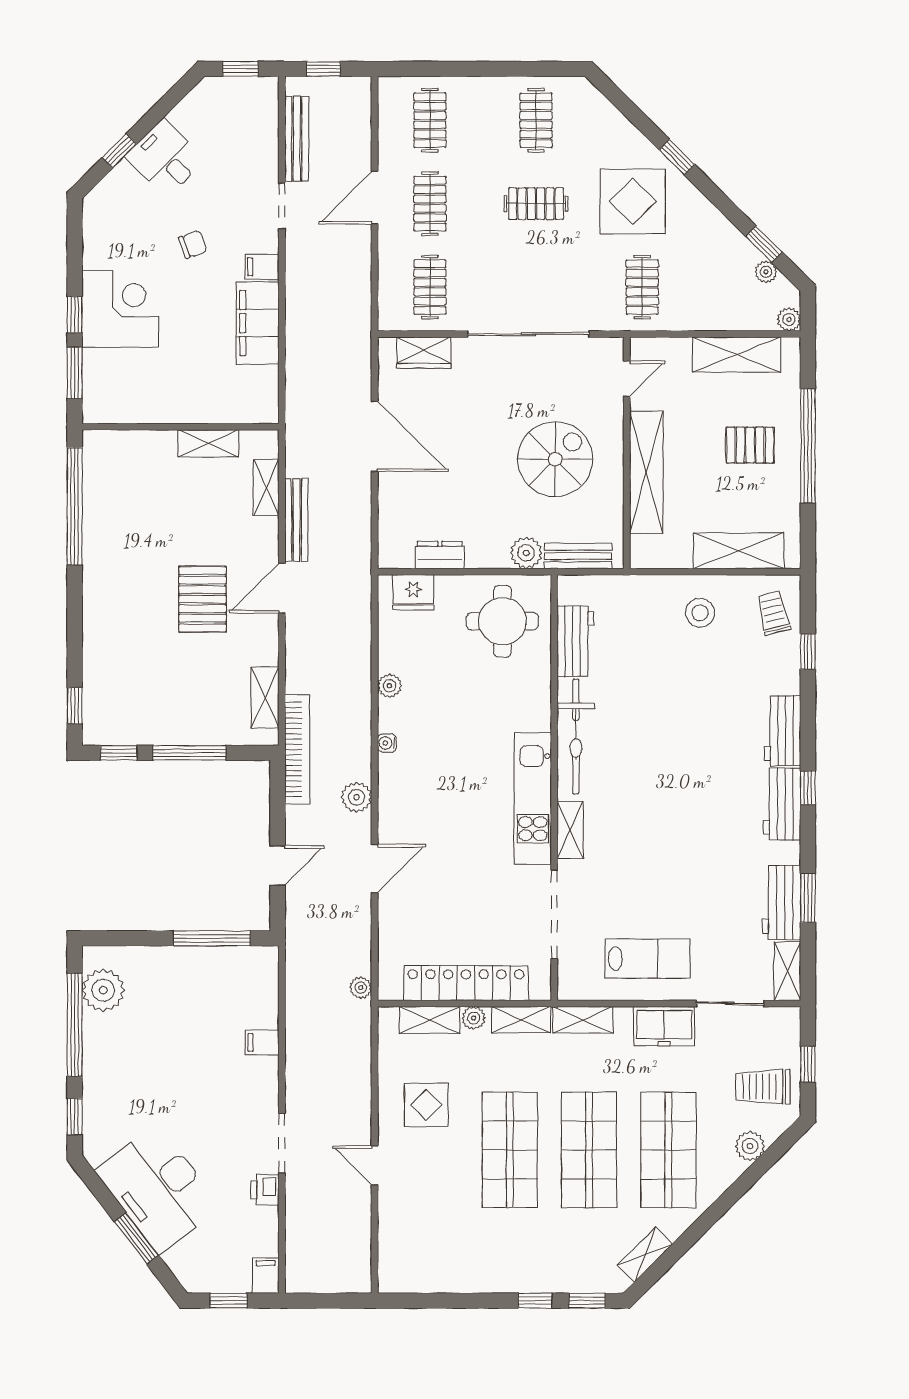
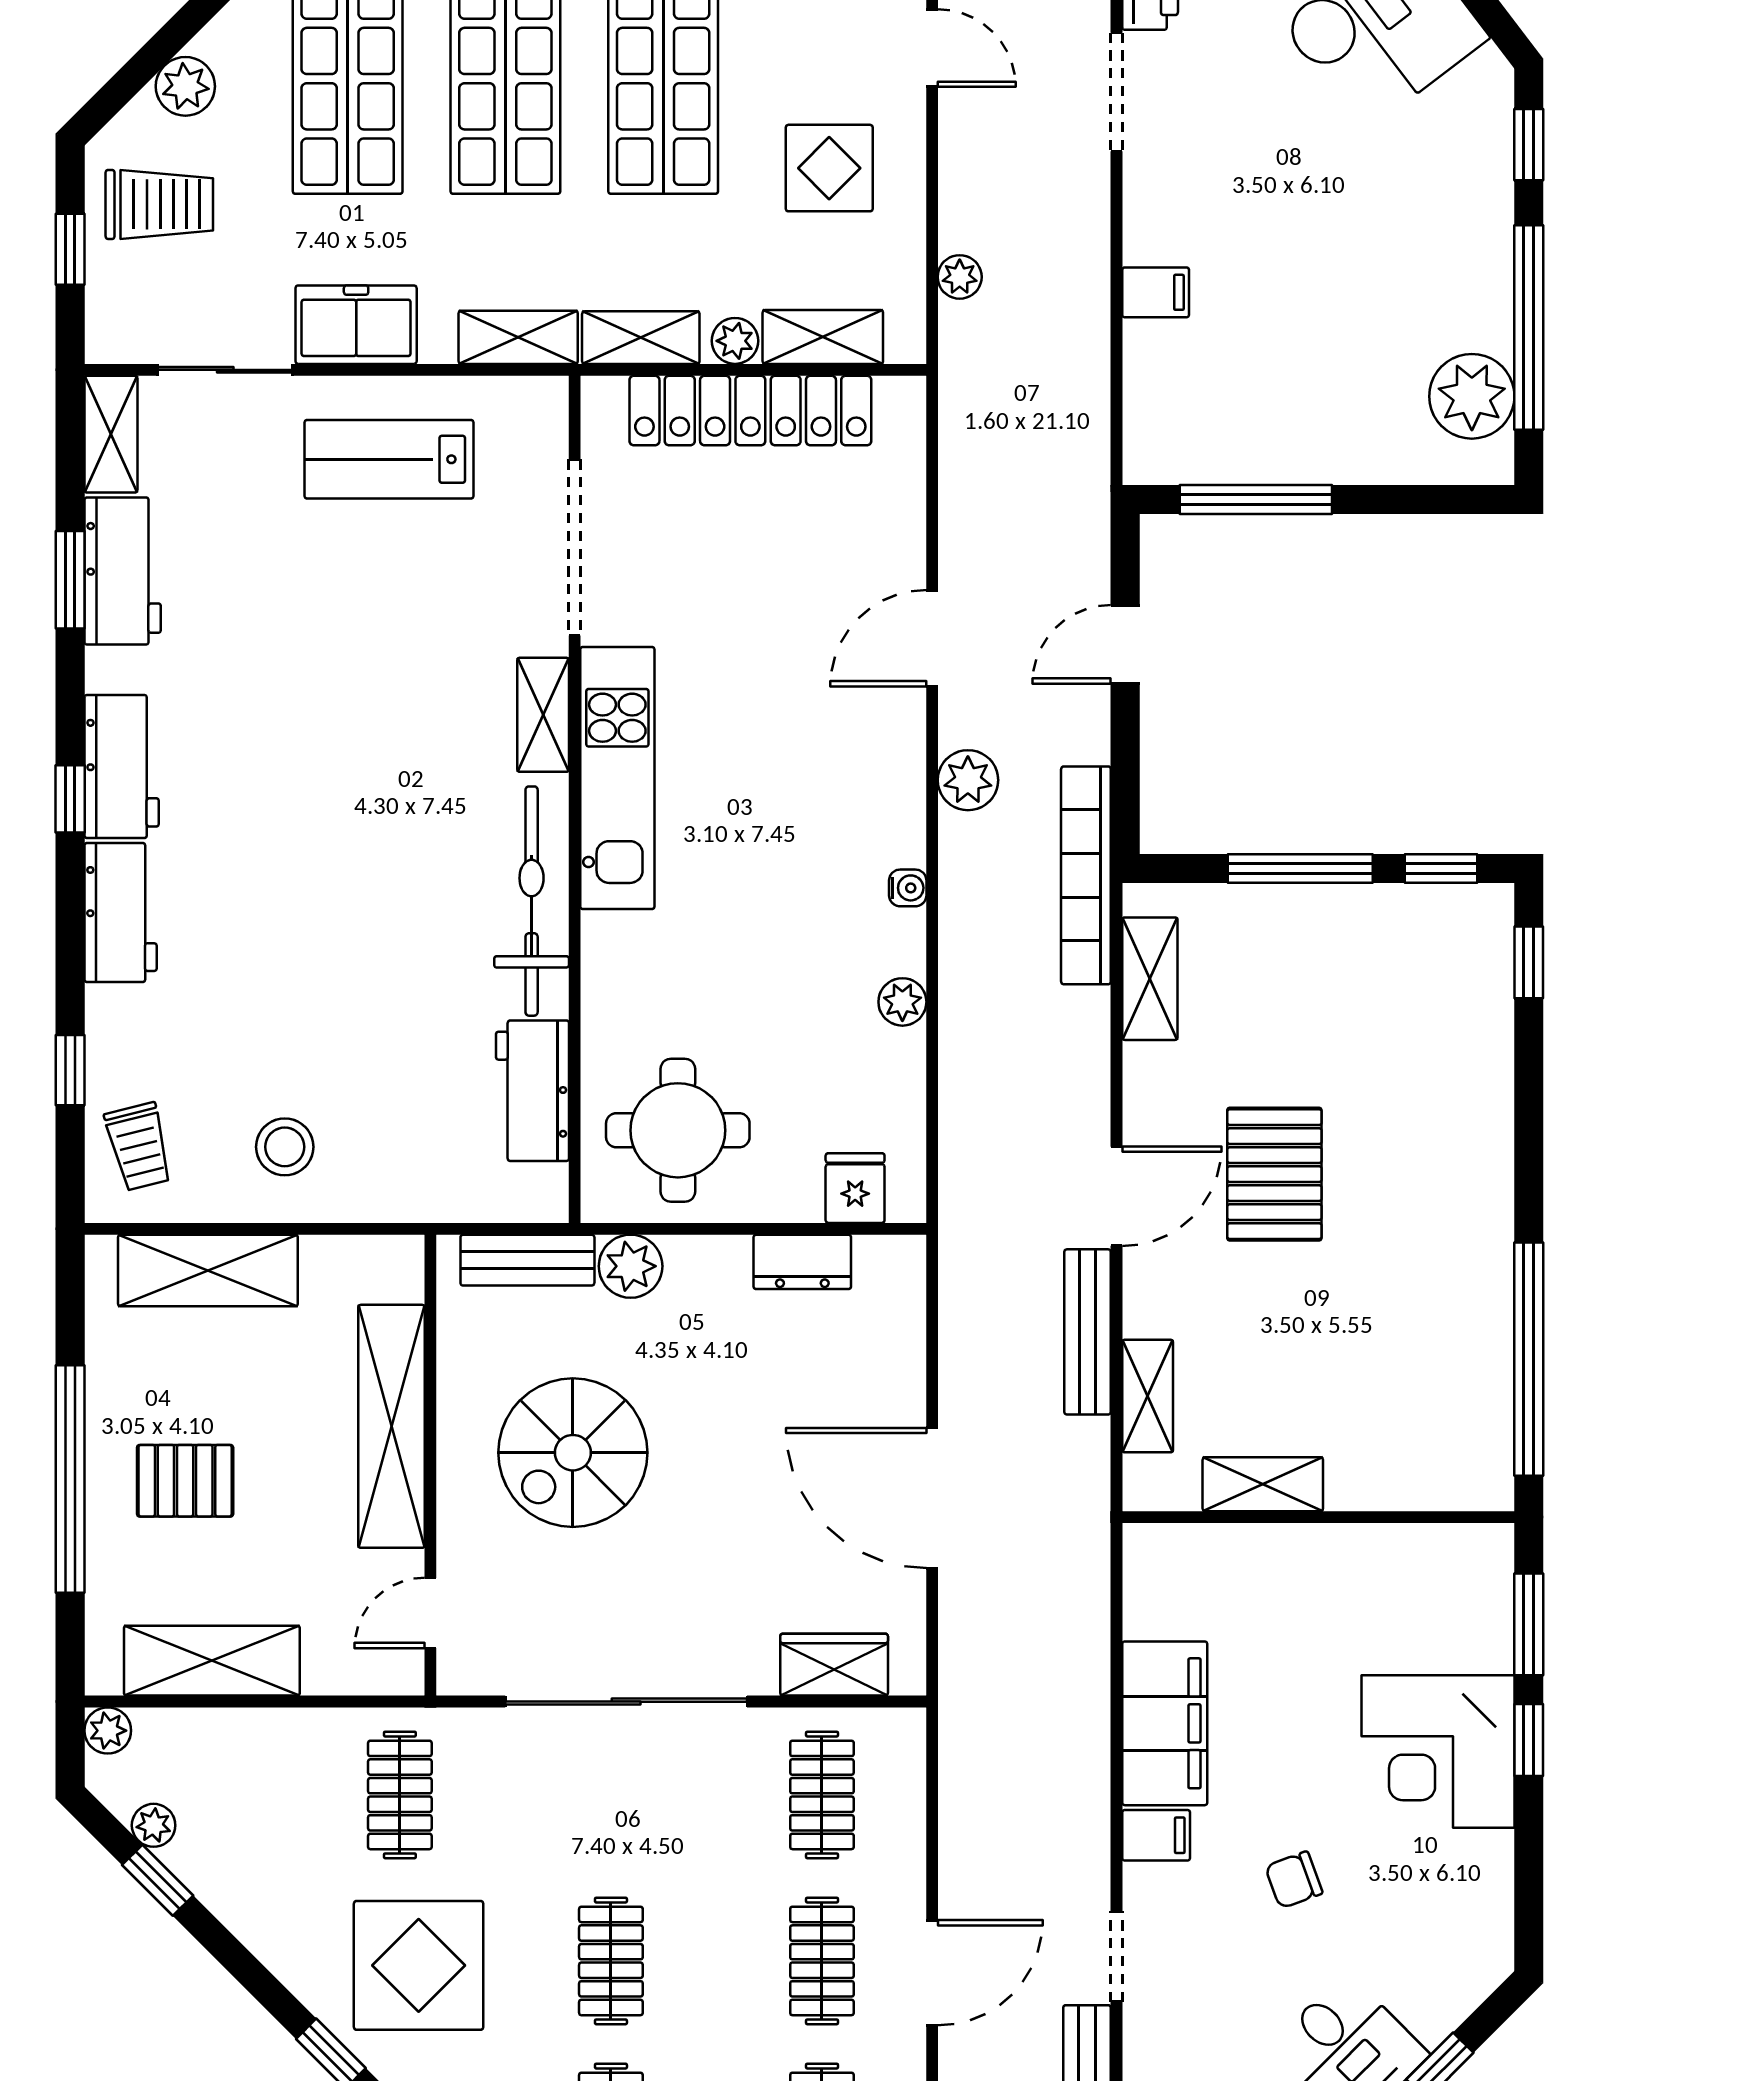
clothes rail: (536, 204) -> (611, 1961), turned 90
fridge: (413, 592) -> (855, 1188), width x0.72
plant: (361, 988) -> (960, 277), moved

